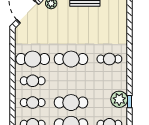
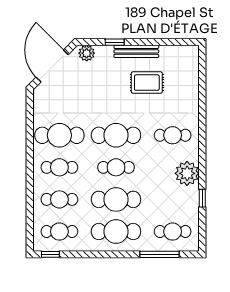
rug: (92, 23) -> (147, 83), added
cafe table: (71, 81) -> (116, 167), added
plant: (119, 99) -> (187, 173), moved

